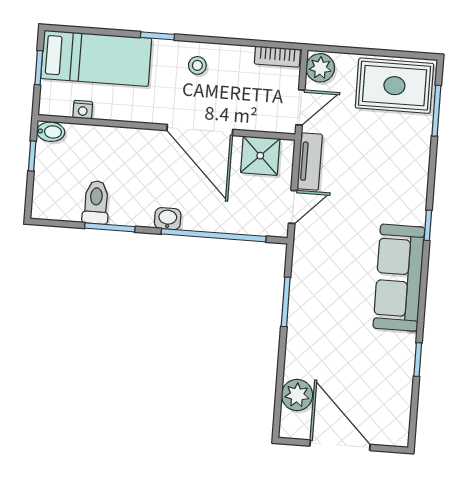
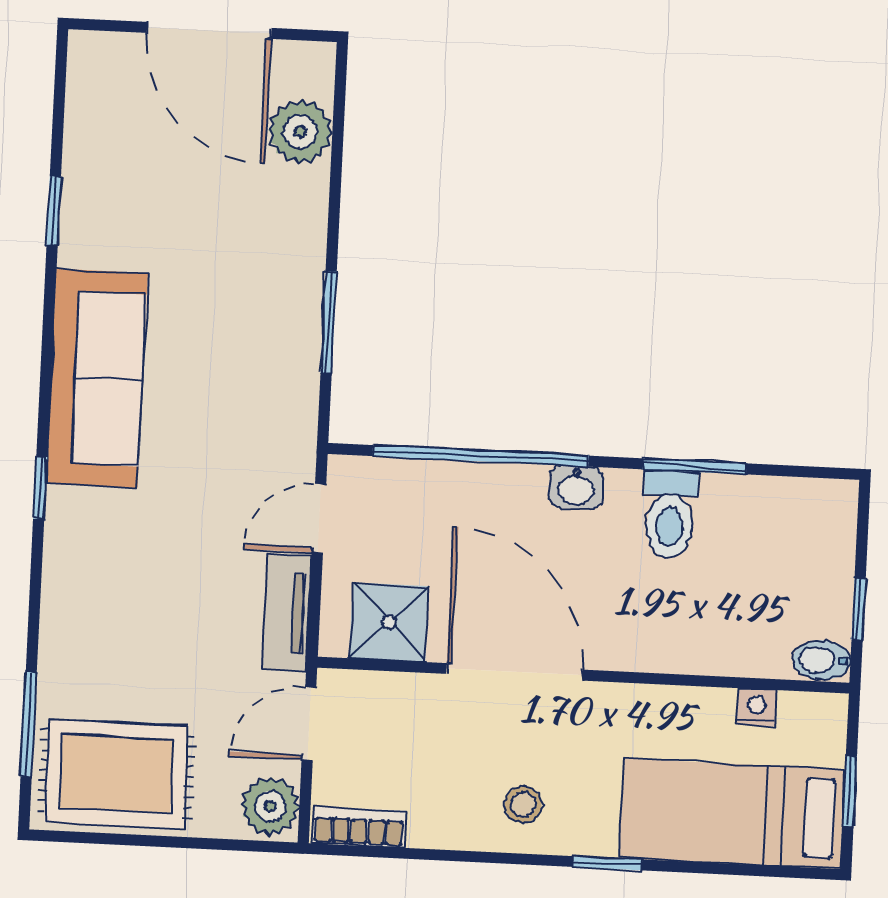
toilet: (96, 202) -> (670, 515), moved

